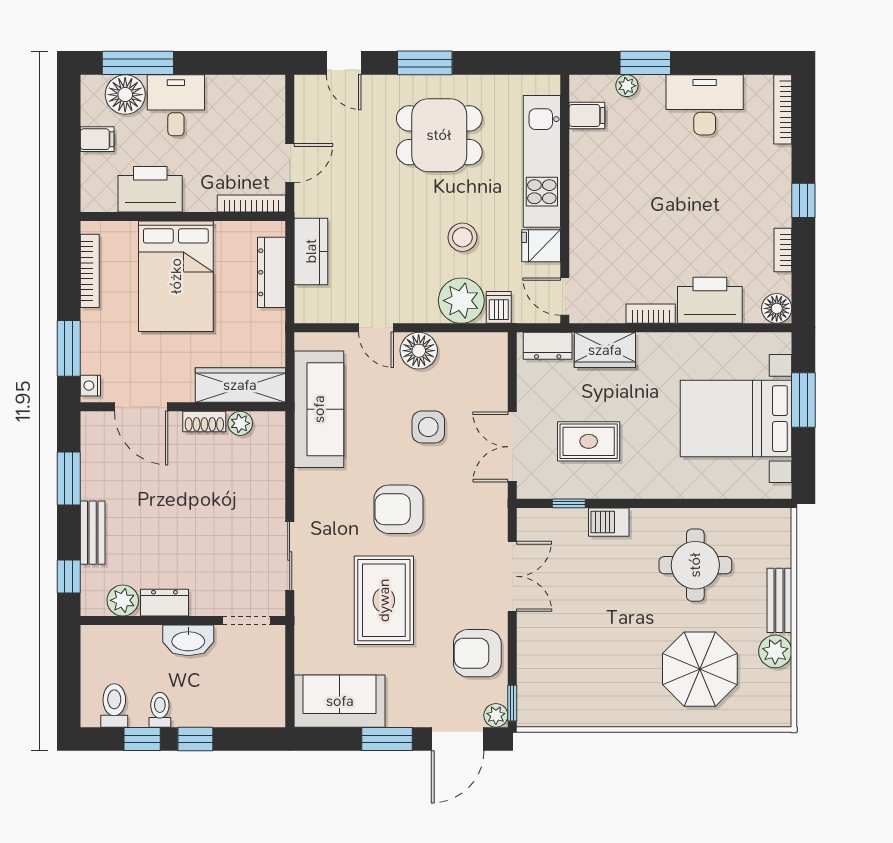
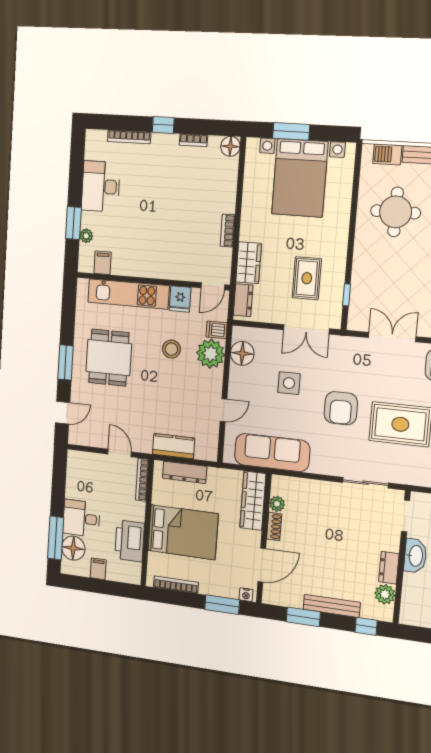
bookcase: (783, 109) -> (129, 137), moved
printer: (710, 300) -> (222, 191), removed
floor lamp: (419, 351) -> (242, 353), moved
barbecue: (609, 522) -> (387, 154), moved, turned 90
bench: (93, 533) -> (332, 606), width x1.36

